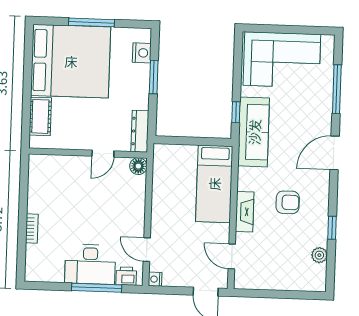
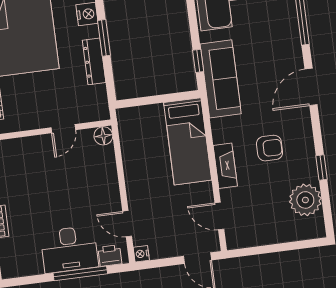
dresser: (140, 131) -> (94, 61), moved
plant: (319, 255) -> (305, 200), width x1.88, depth x1.88

